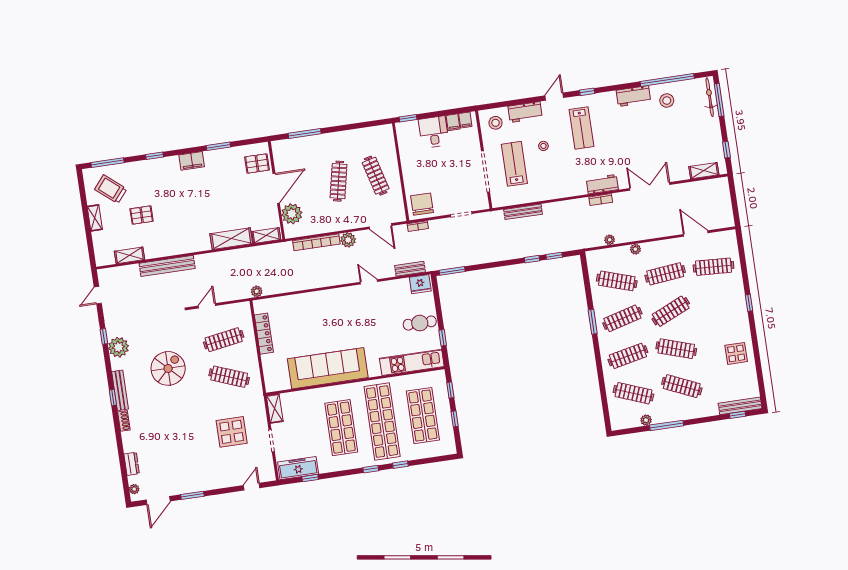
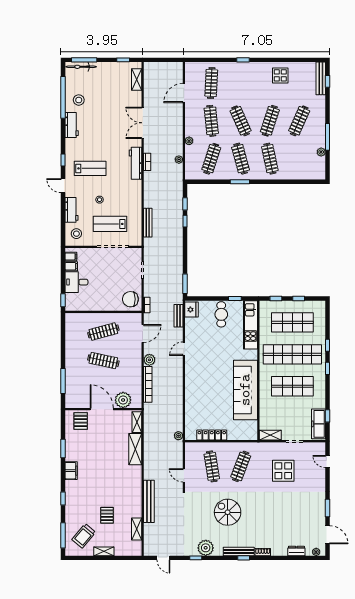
workbench: (602, 184) -> (136, 163), width x1.37
clothes rail: (633, 393) -> (299, 159), removed

